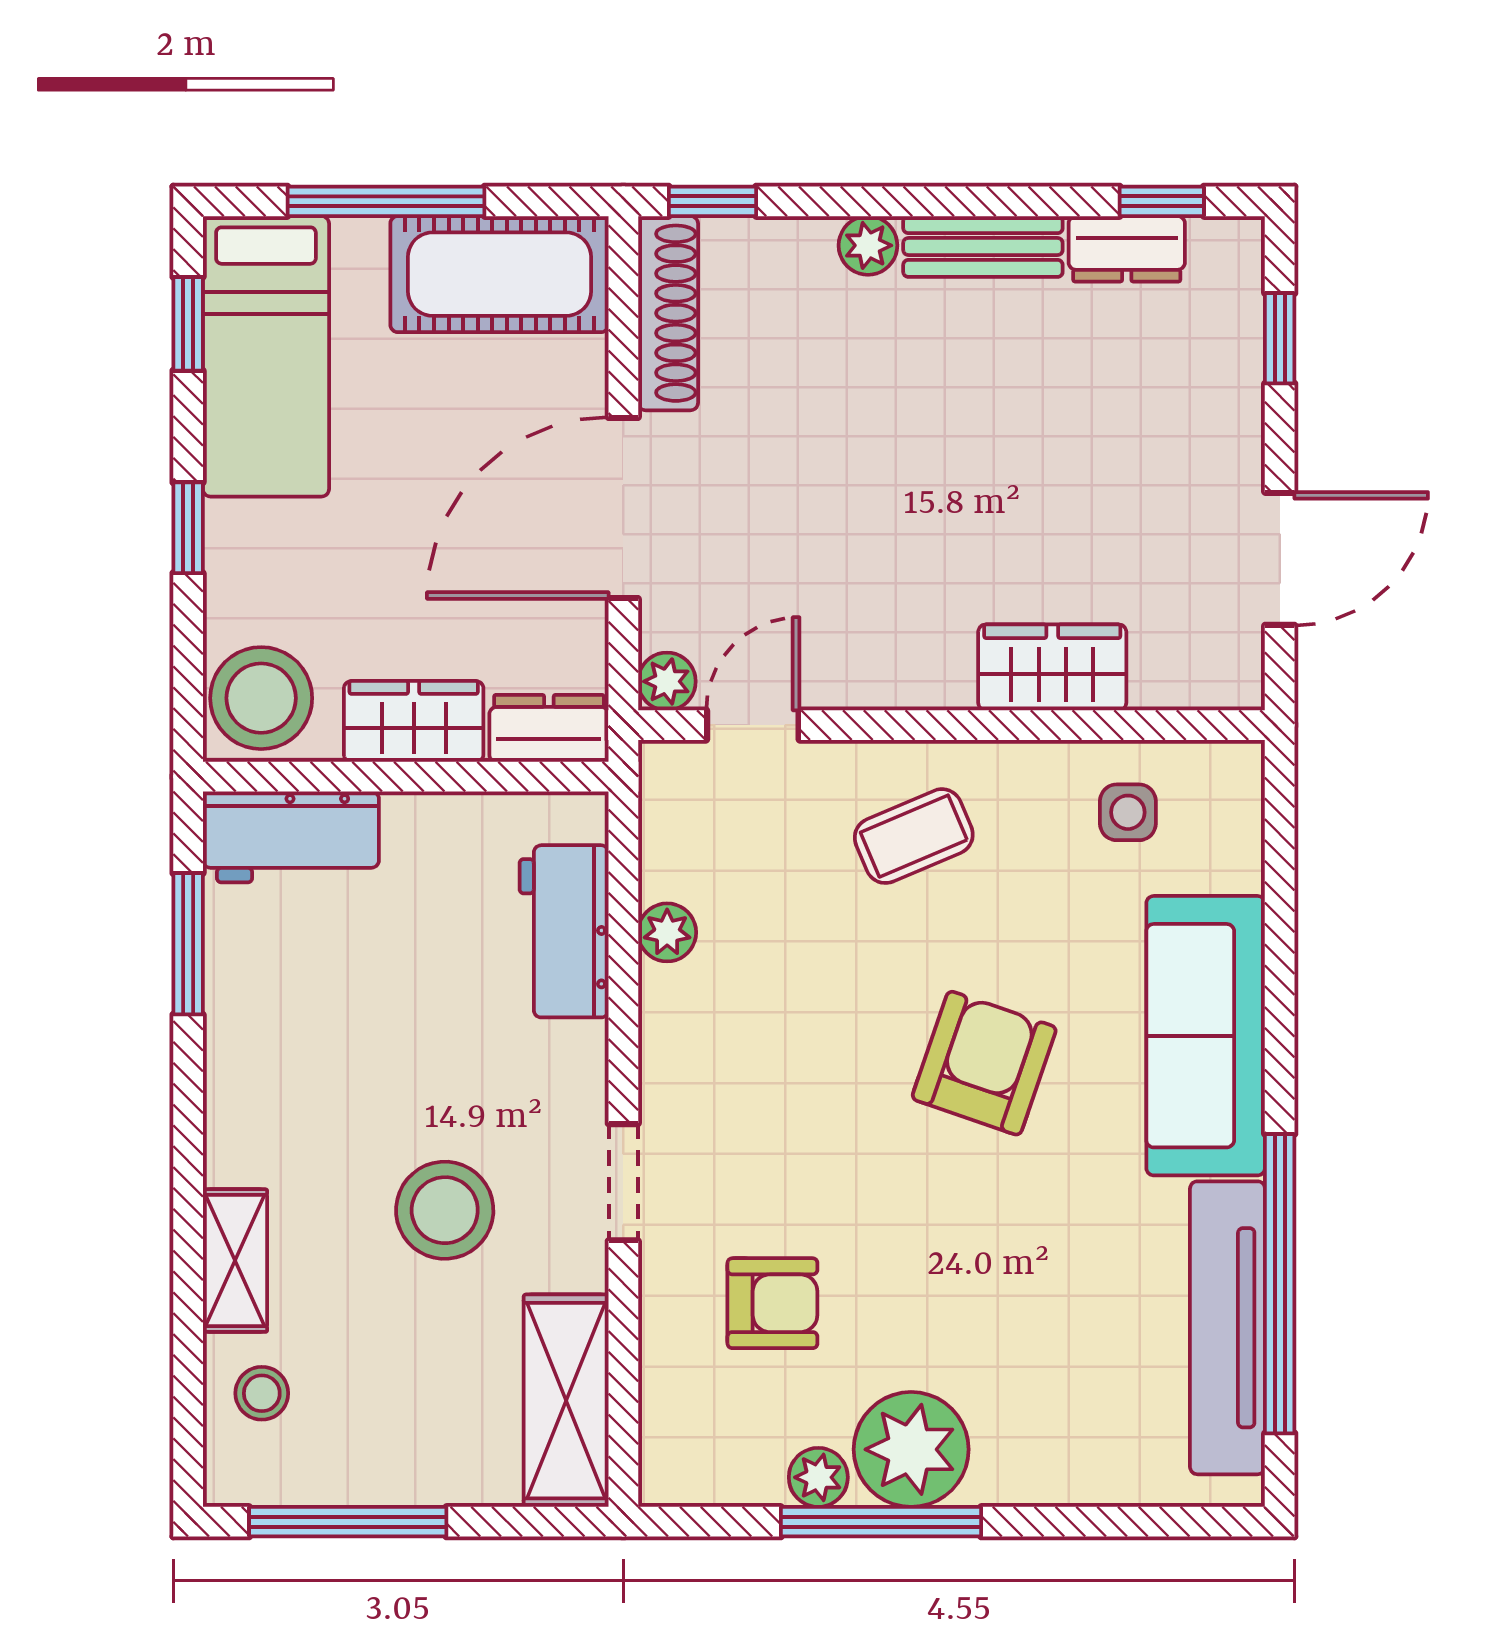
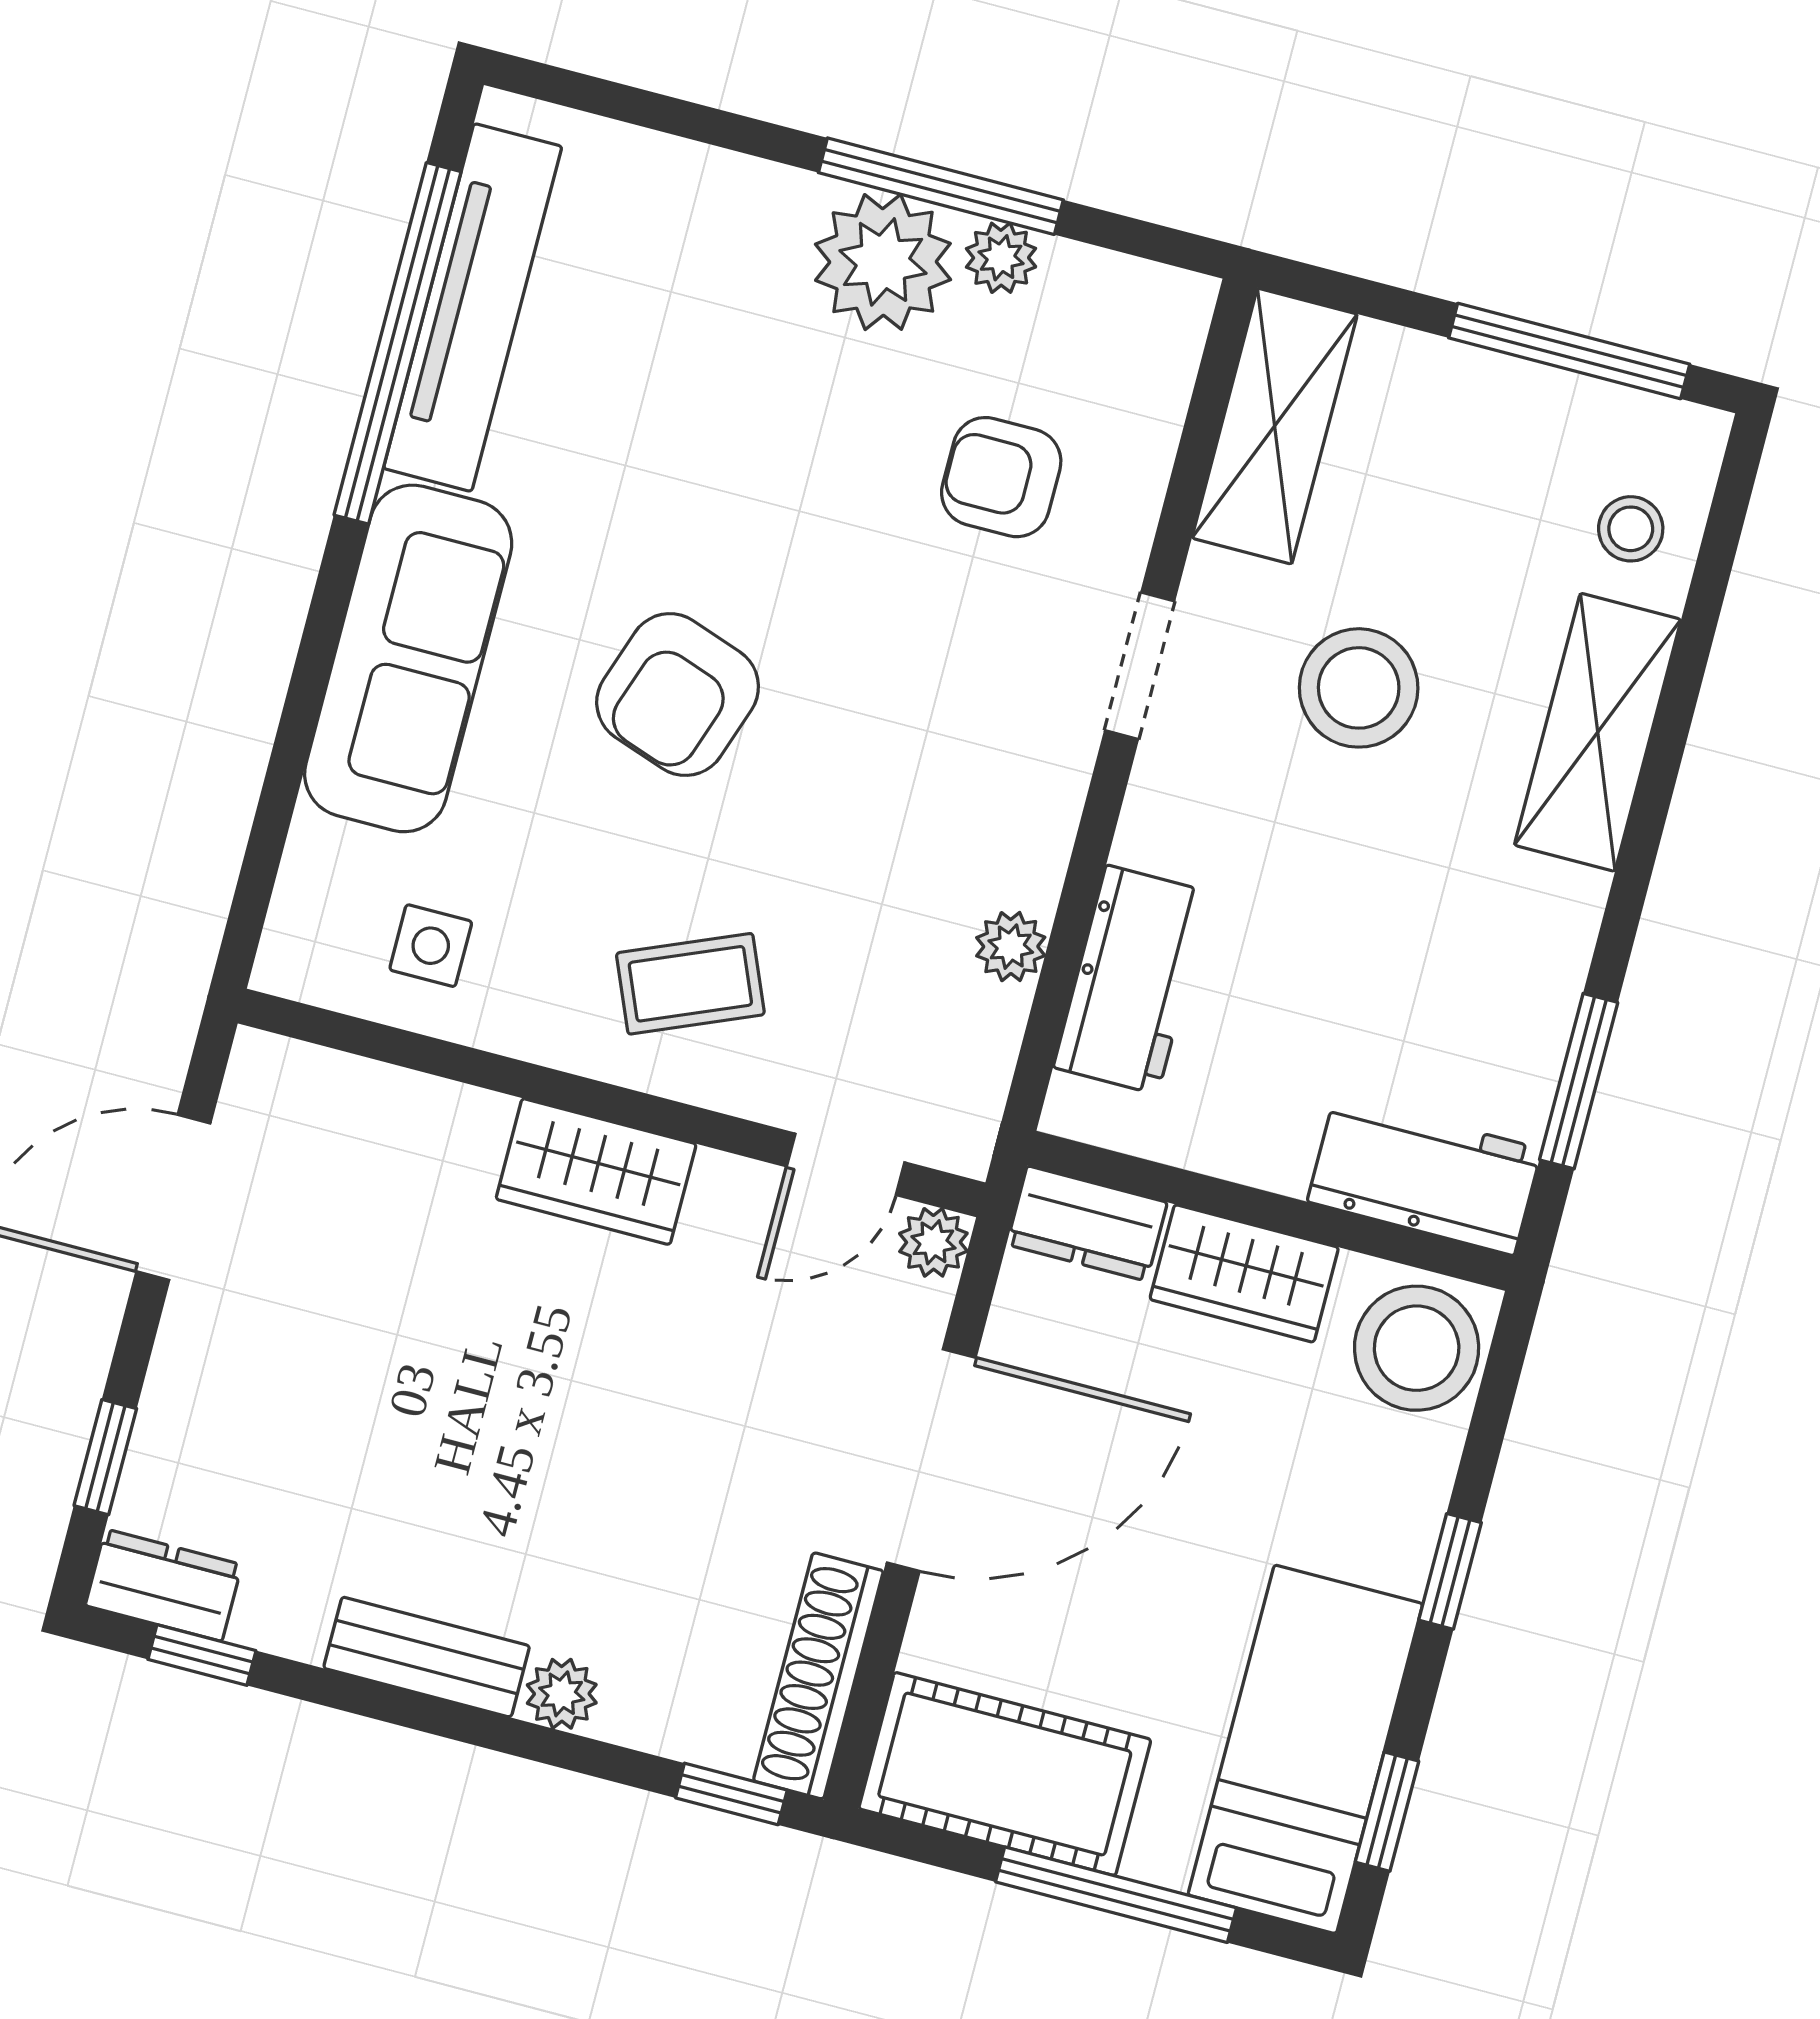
dresser: (1127, 249) -> (164, 1585), moved
wardrobe: (1052, 667) -> (596, 1172), moved
shelving: (235, 1261) -> (1598, 732), width x1.50, depth x1.33

